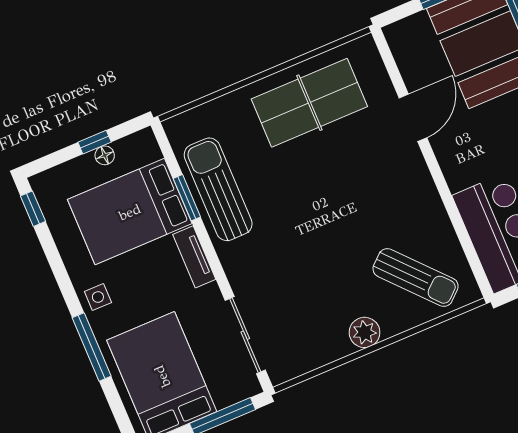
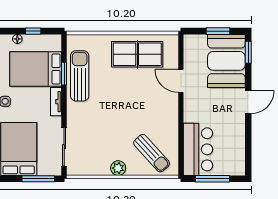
door: (413, 118) -> (181, 81), swing flipped
floor lamp: (105, 155) -> (17, 39), moved

